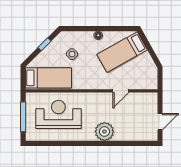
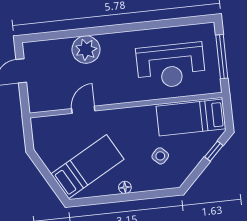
window: (45, 44) -> (214, 151), moved
plant: (104, 131) -> (86, 50), moved

